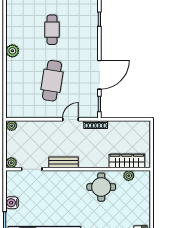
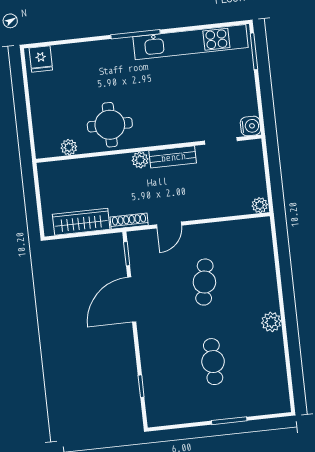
cafe table: (52, 81) -> (204, 282), width x0.73, depth x0.74
wardrobe: (127, 161) -> (81, 222), moved, turned 180
plant: (11, 163) -> (140, 160), moved
water cooler: (12, 203) -> (250, 126), moved

